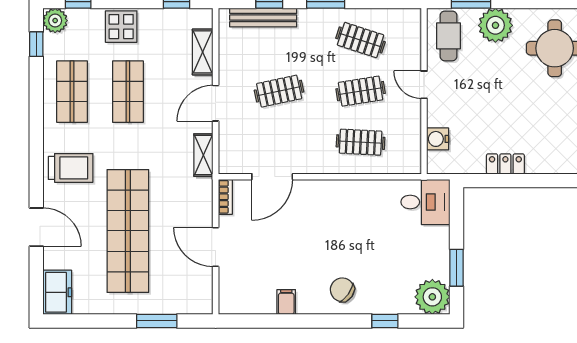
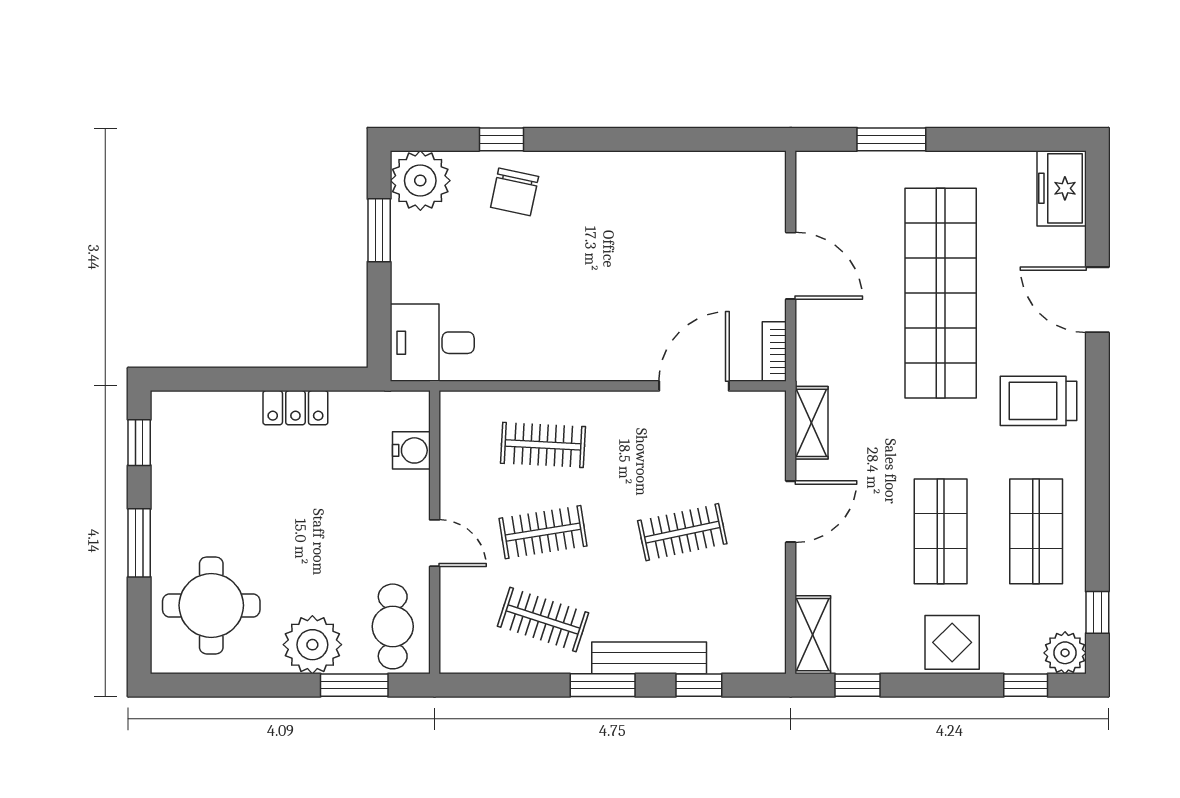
bench: (263, 18) -> (649, 658), moved
shelving: (203, 52) -> (813, 635), moved
chair: (342, 290) -> (515, 192), moved, turned 67
filing cabinet: (286, 302) -> (670, 172), removed

